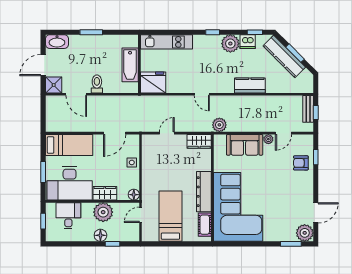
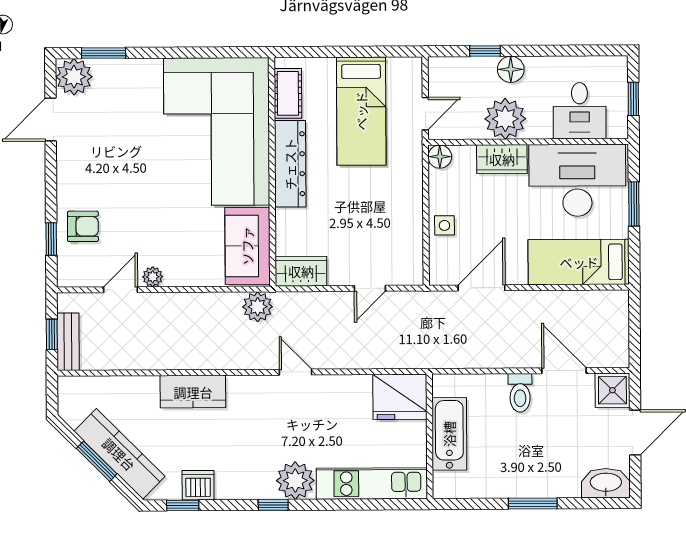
plant: (230, 44) -> (295, 481), moved
sofa: (245, 145) -> (247, 246), moved, turned -90

